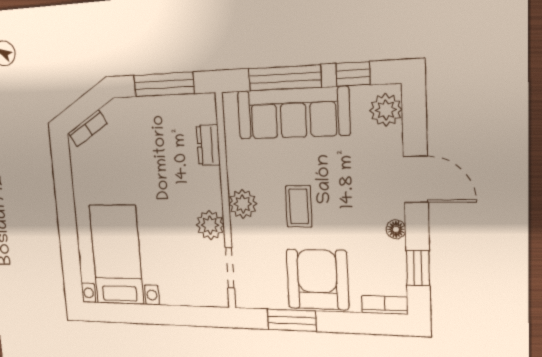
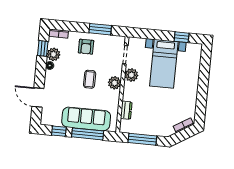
plant: (386, 110) -> (53, 54), moved
door: (416, 179) -> (38, 98), moved
bed with nightstands: (116, 255) -> (164, 64), moved
armchair: (317, 279) -> (86, 47), width x0.53, depth x0.53
window: (124, 313) -> (182, 37), added

